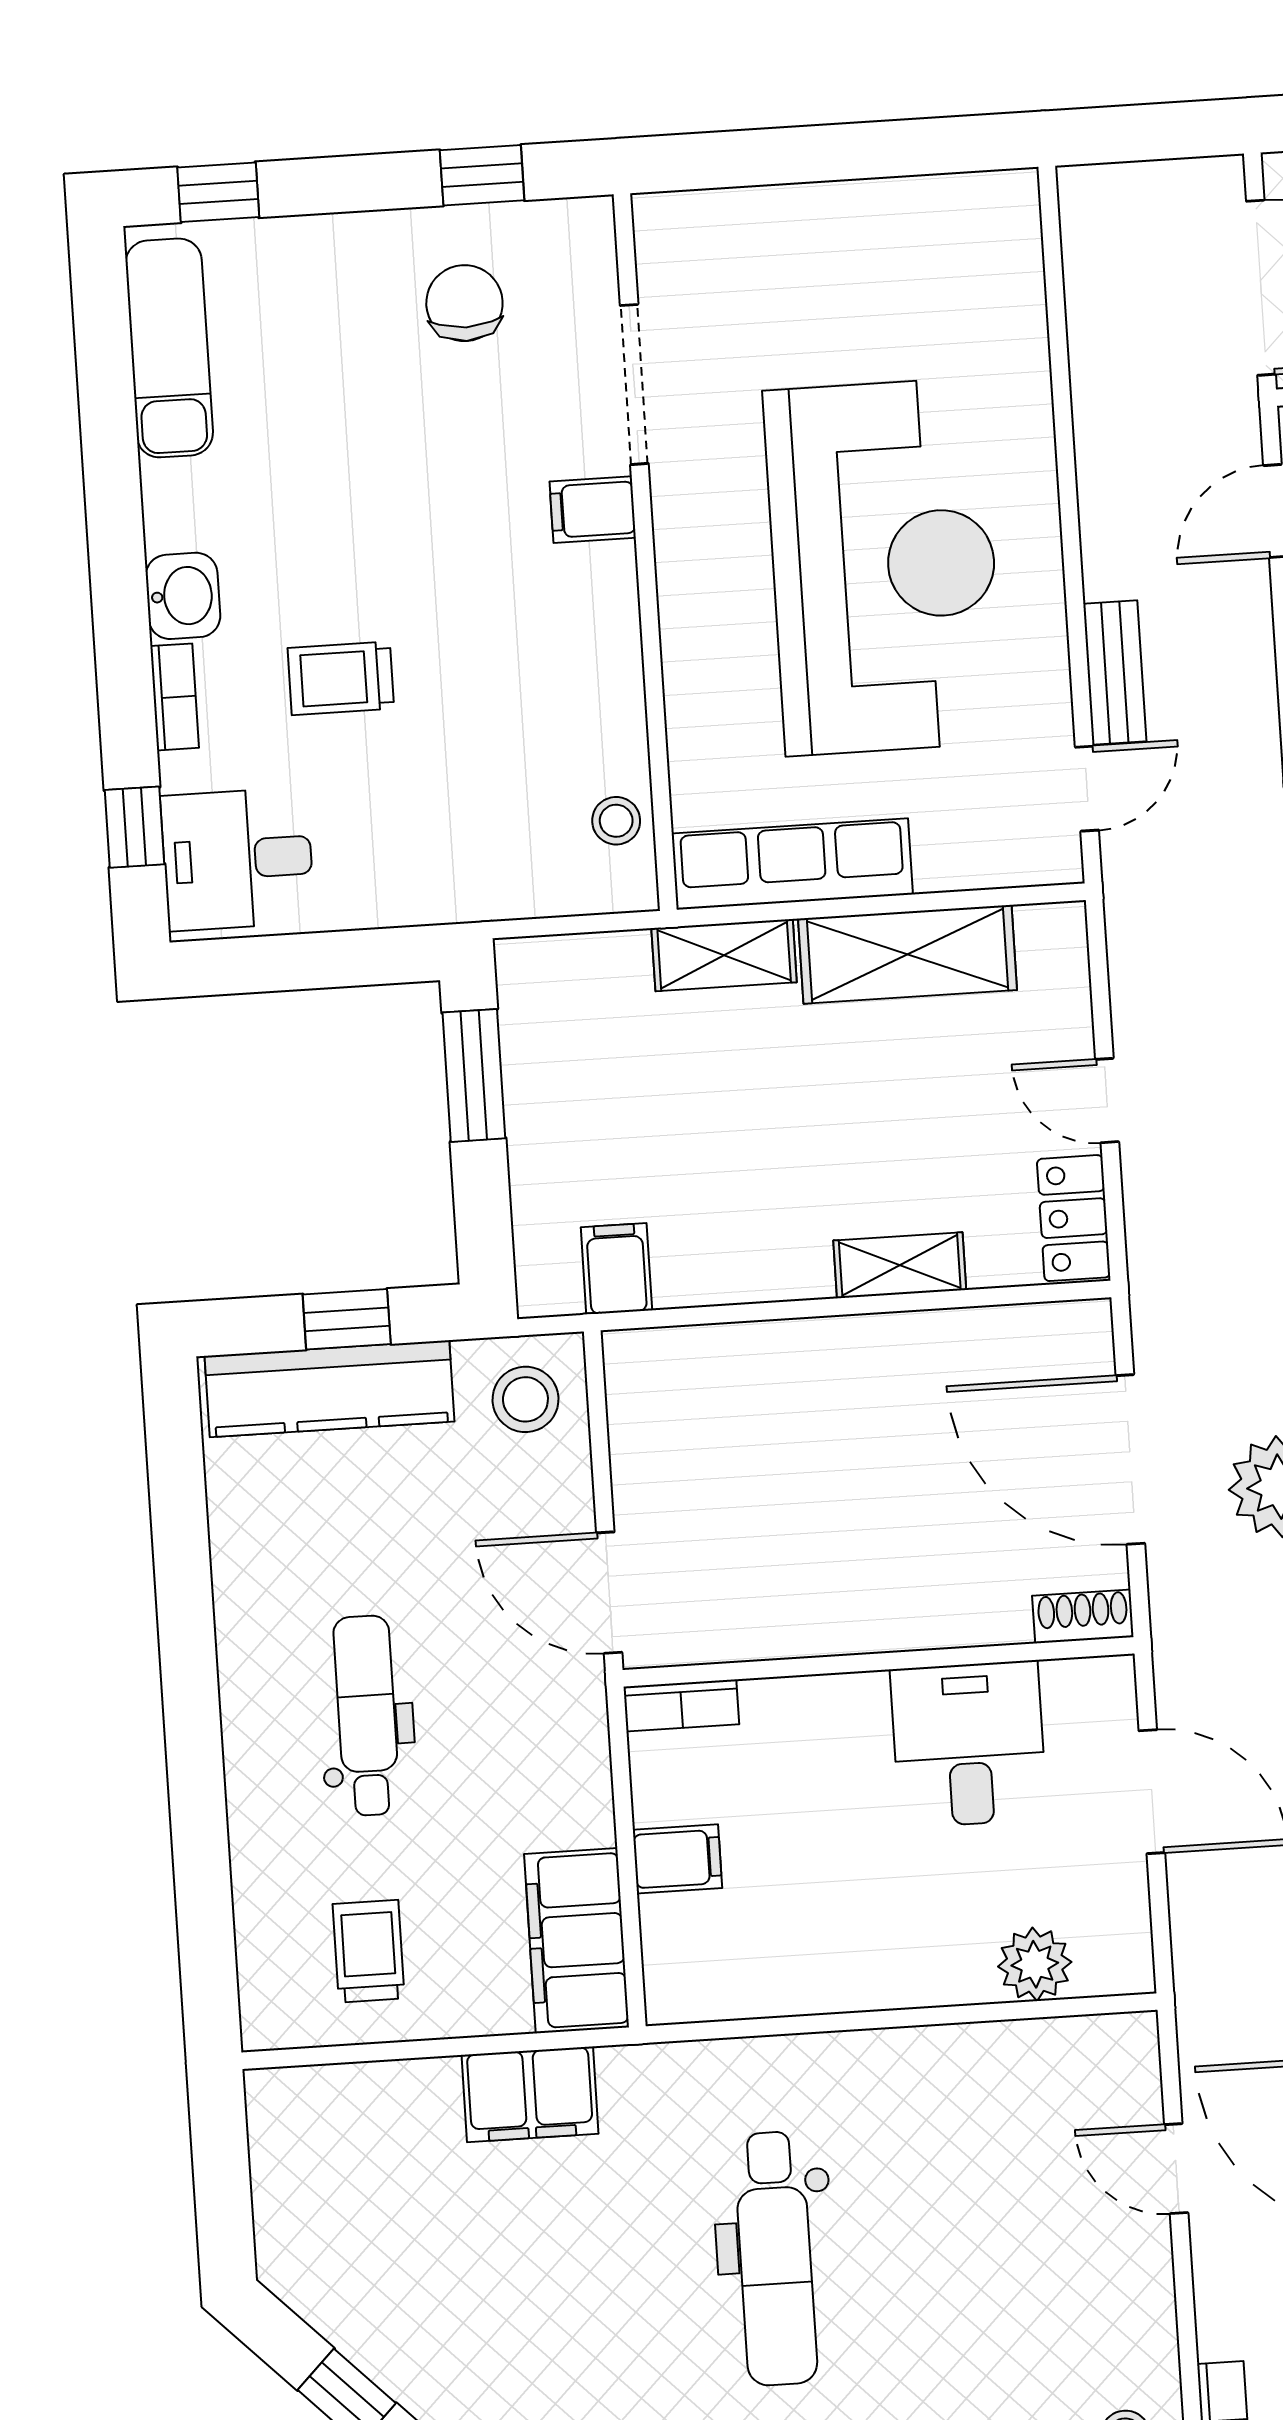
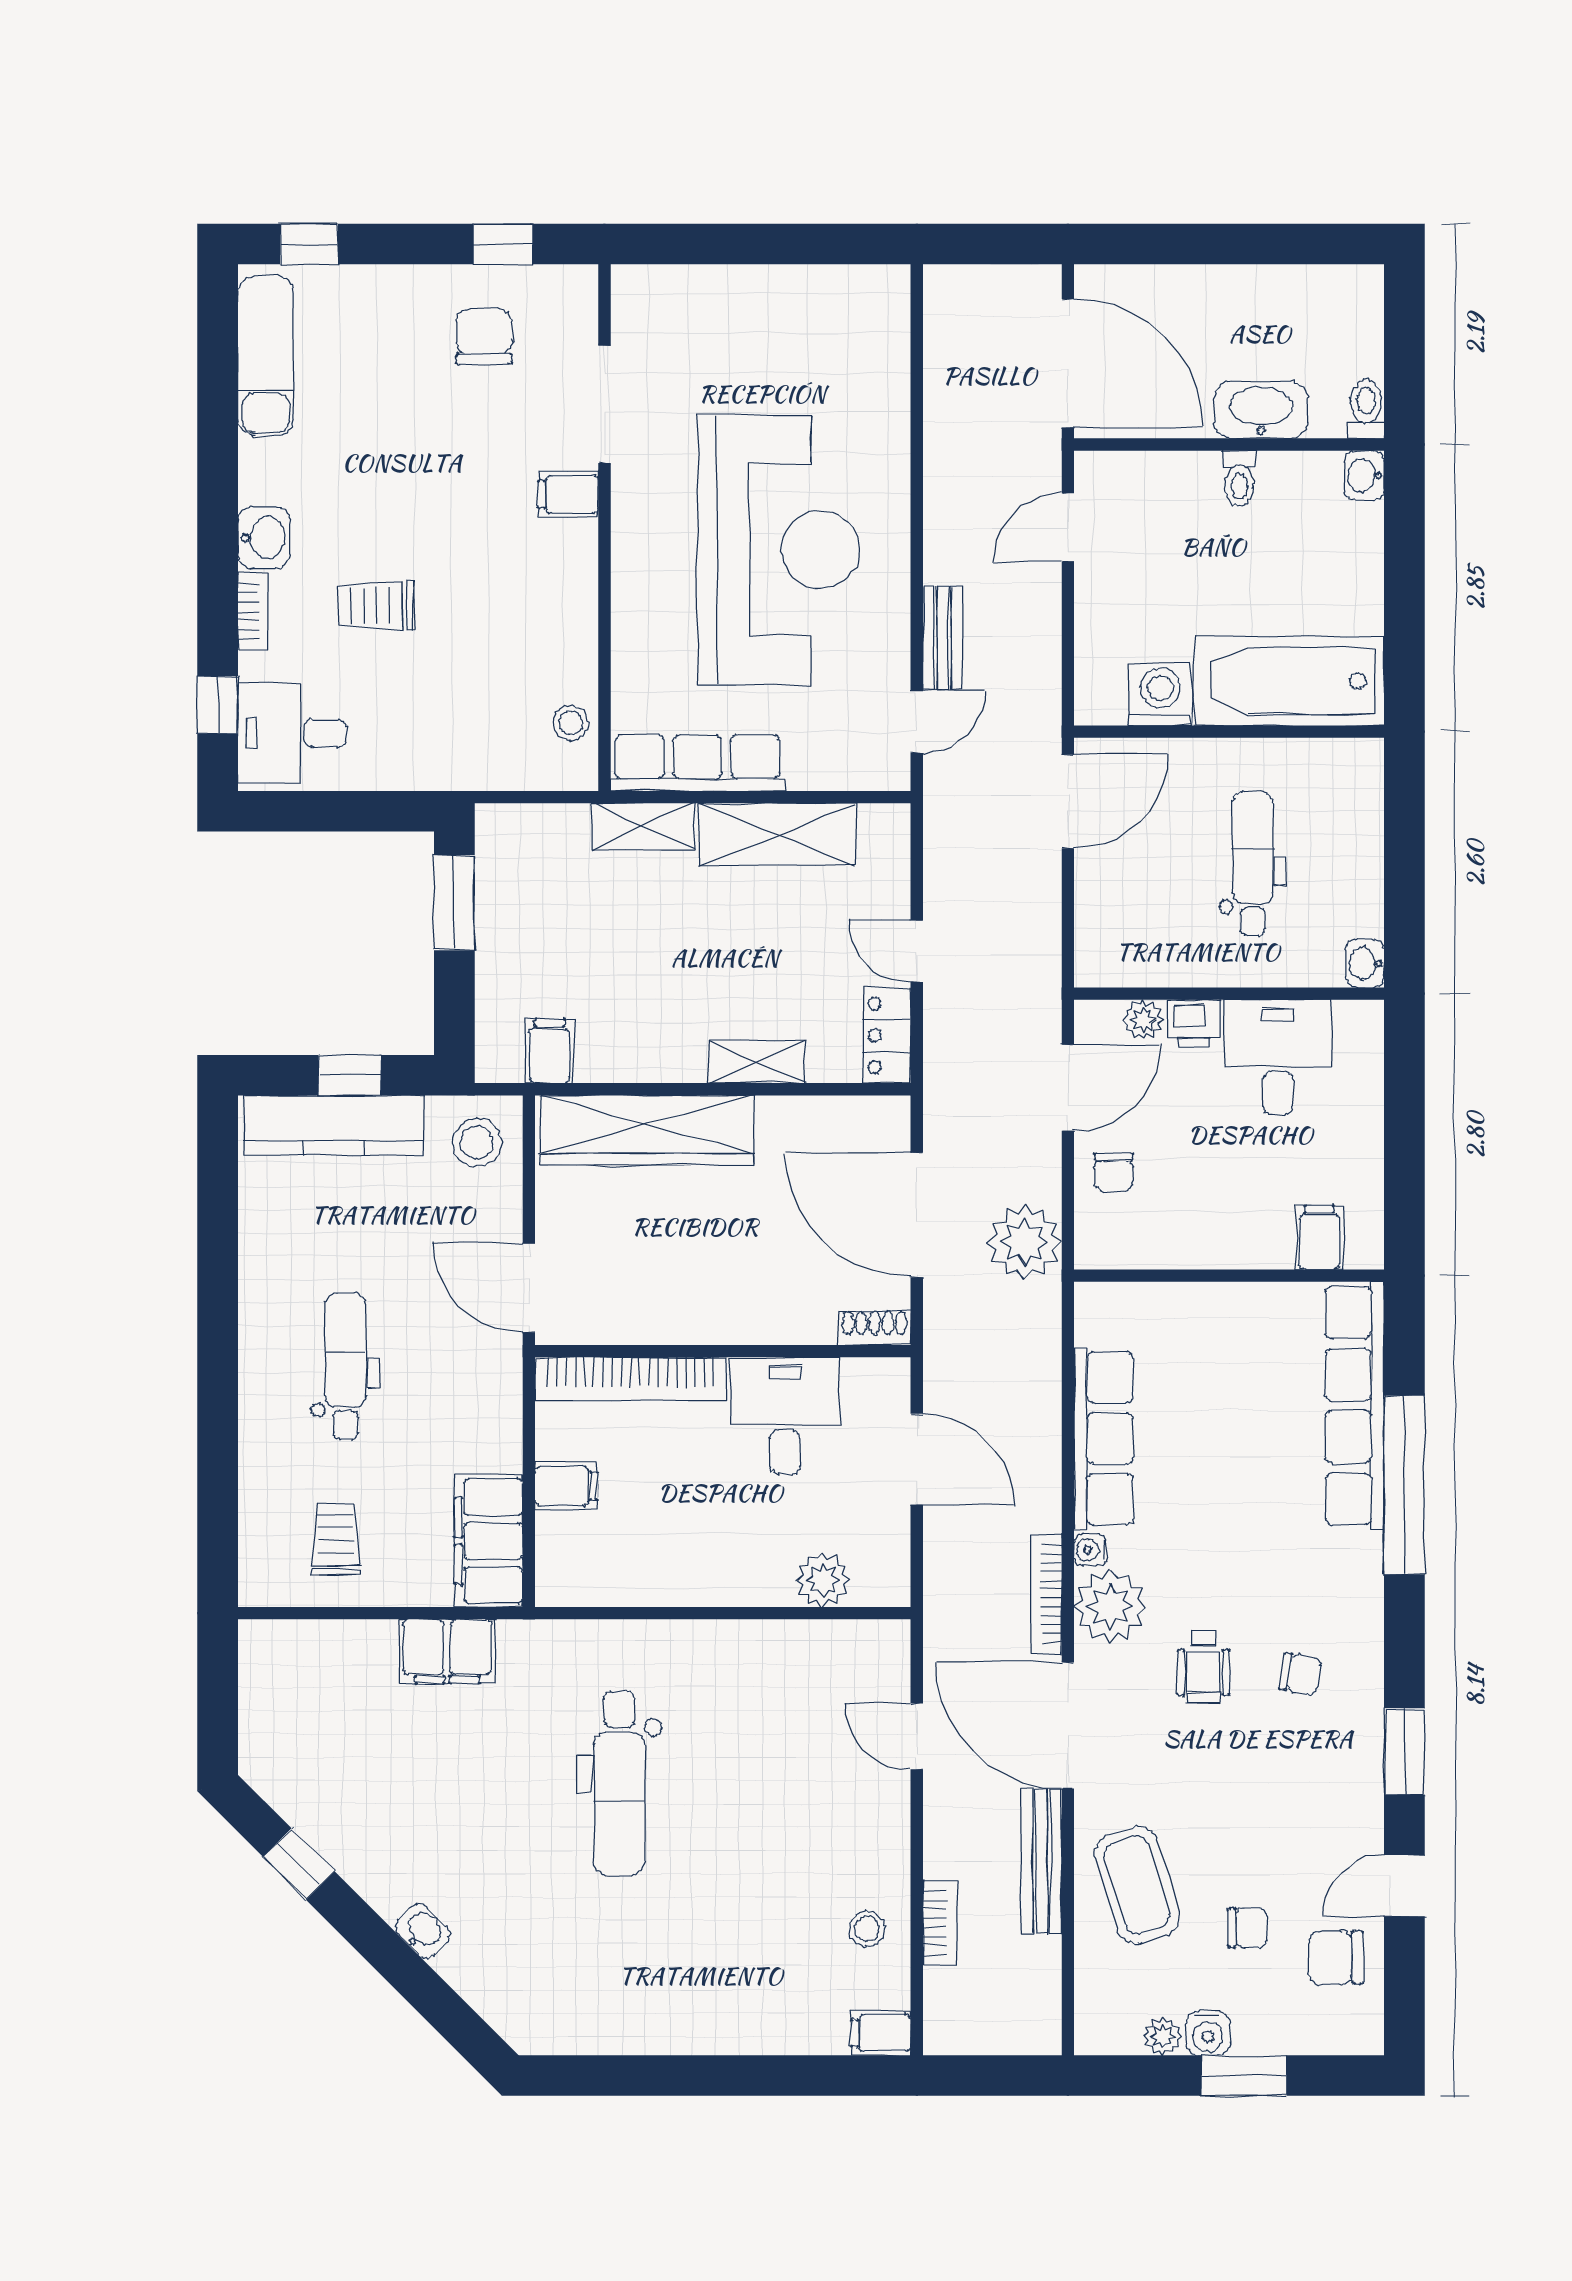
wardrobe: (756, 1368) -> (647, 1130), added
bookcase: (681, 1705) -> (631, 1379), width x2.31, depth x1.31

